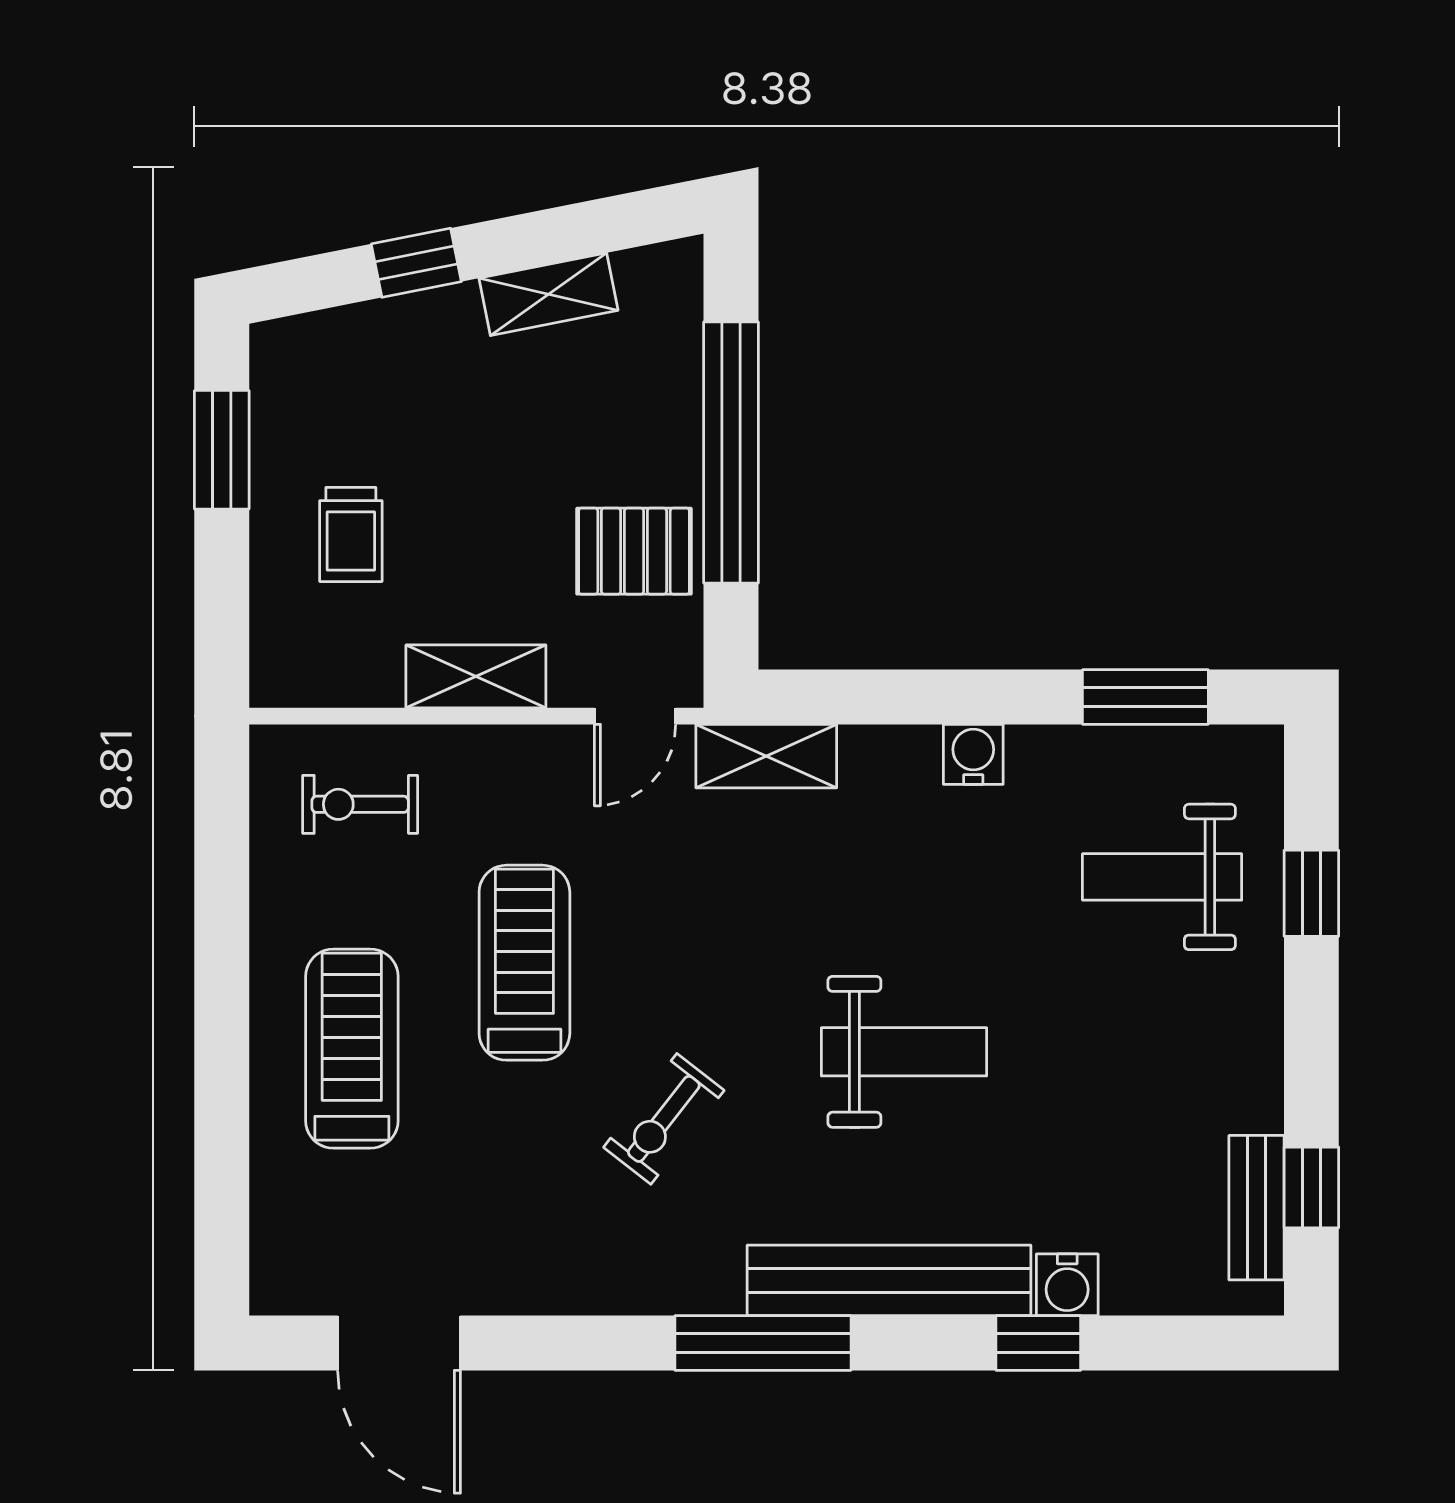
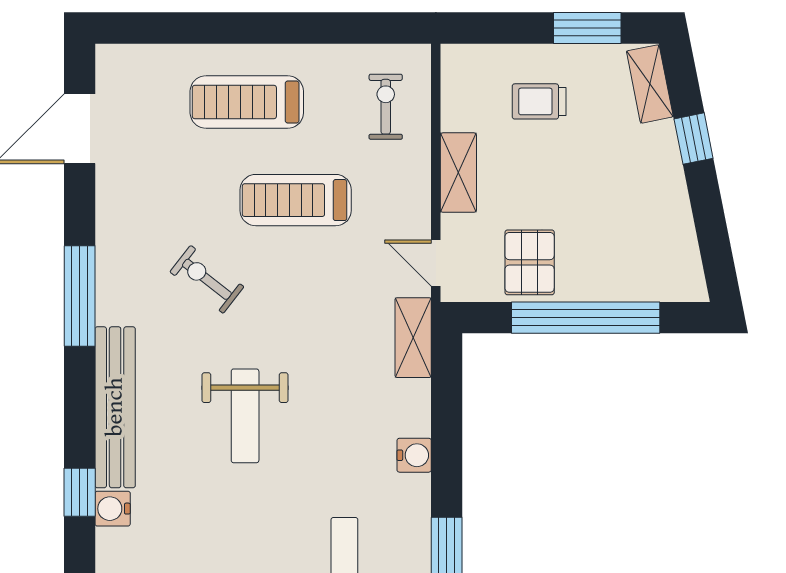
shelving: (549, 294) -> (650, 84), moved
treadmill: (524, 963) -> (296, 200), turned 180
treadmill: (352, 1049) -> (247, 102), turned 180
window: (763, 1343) -> (80, 296), moved

